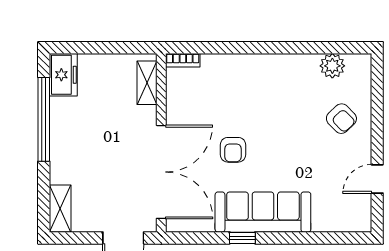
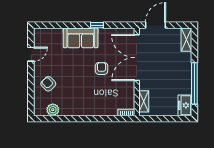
sofa: (263, 212) -> (81, 38), width x0.73

